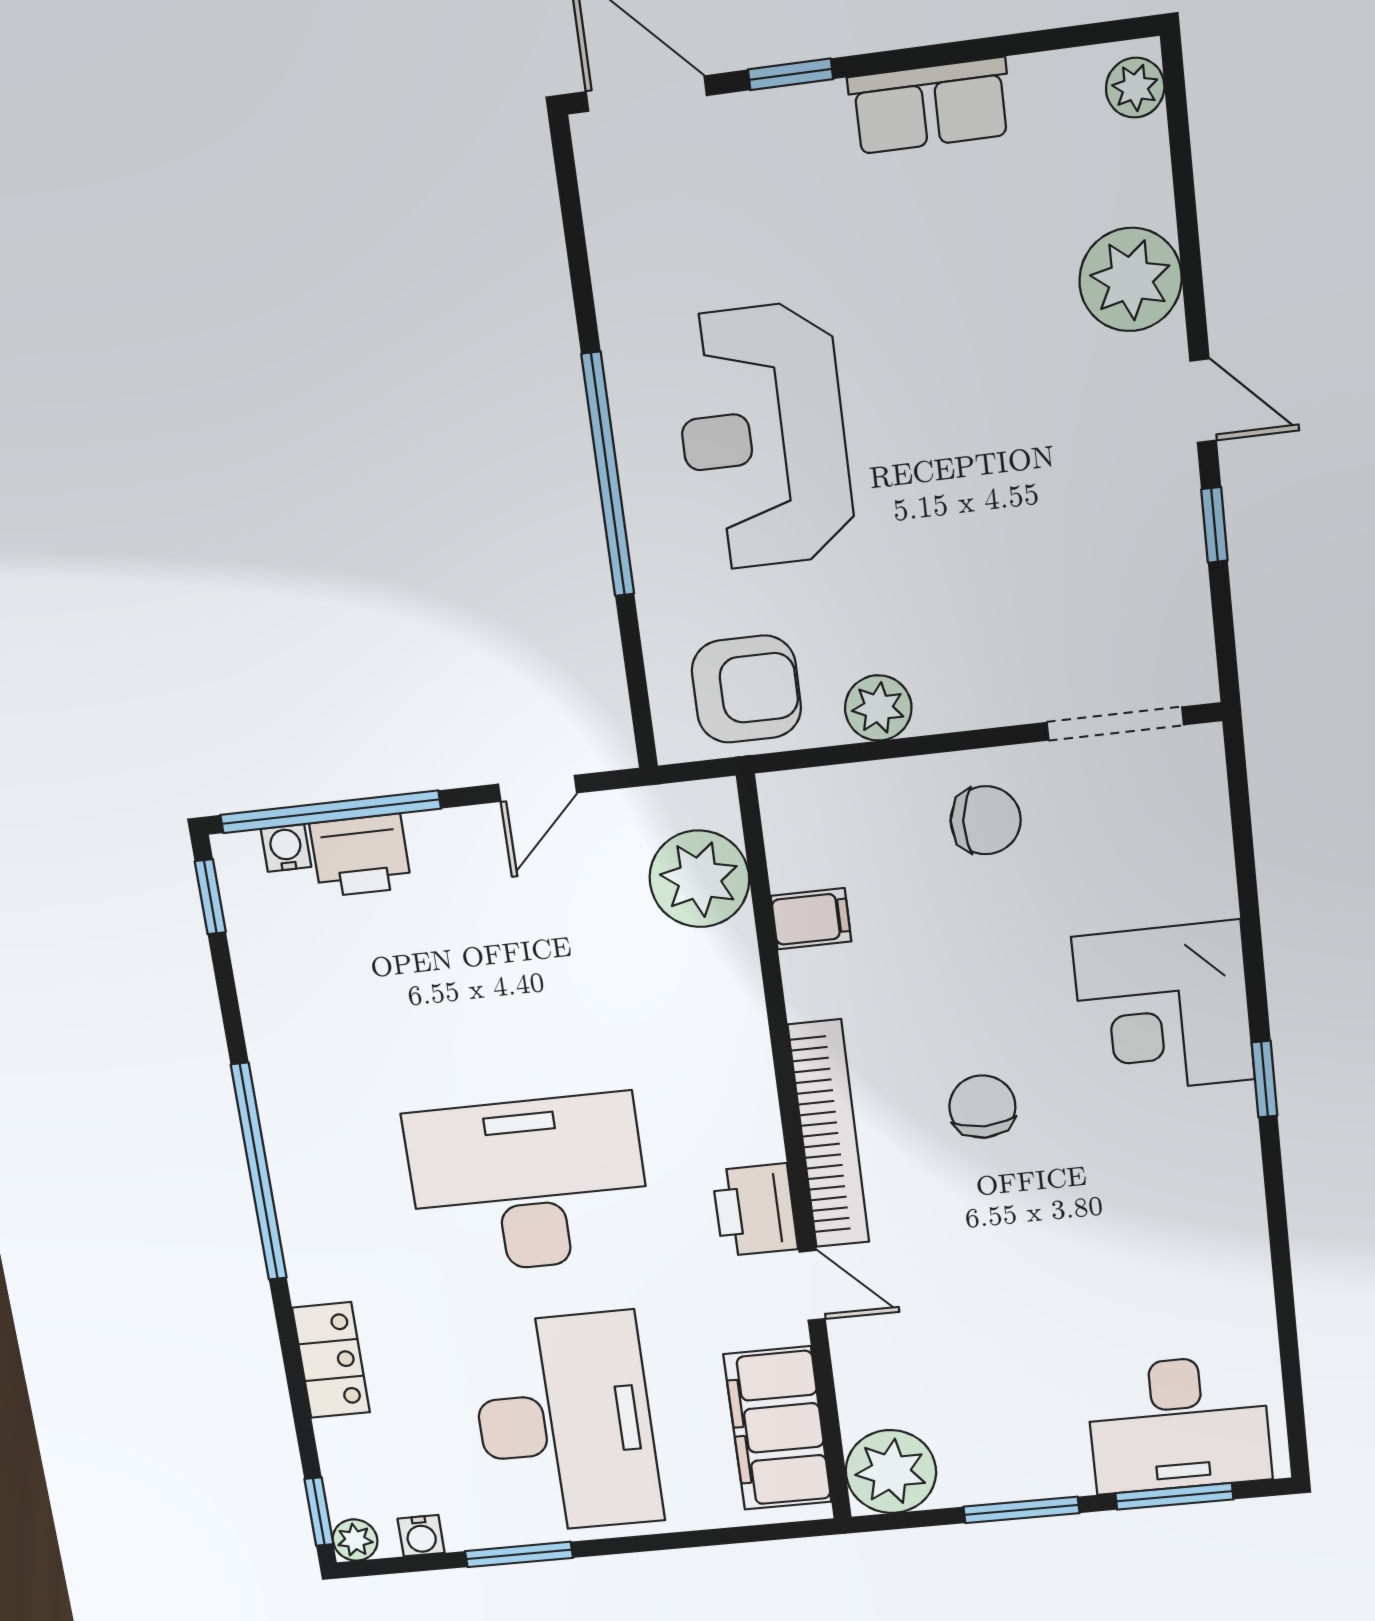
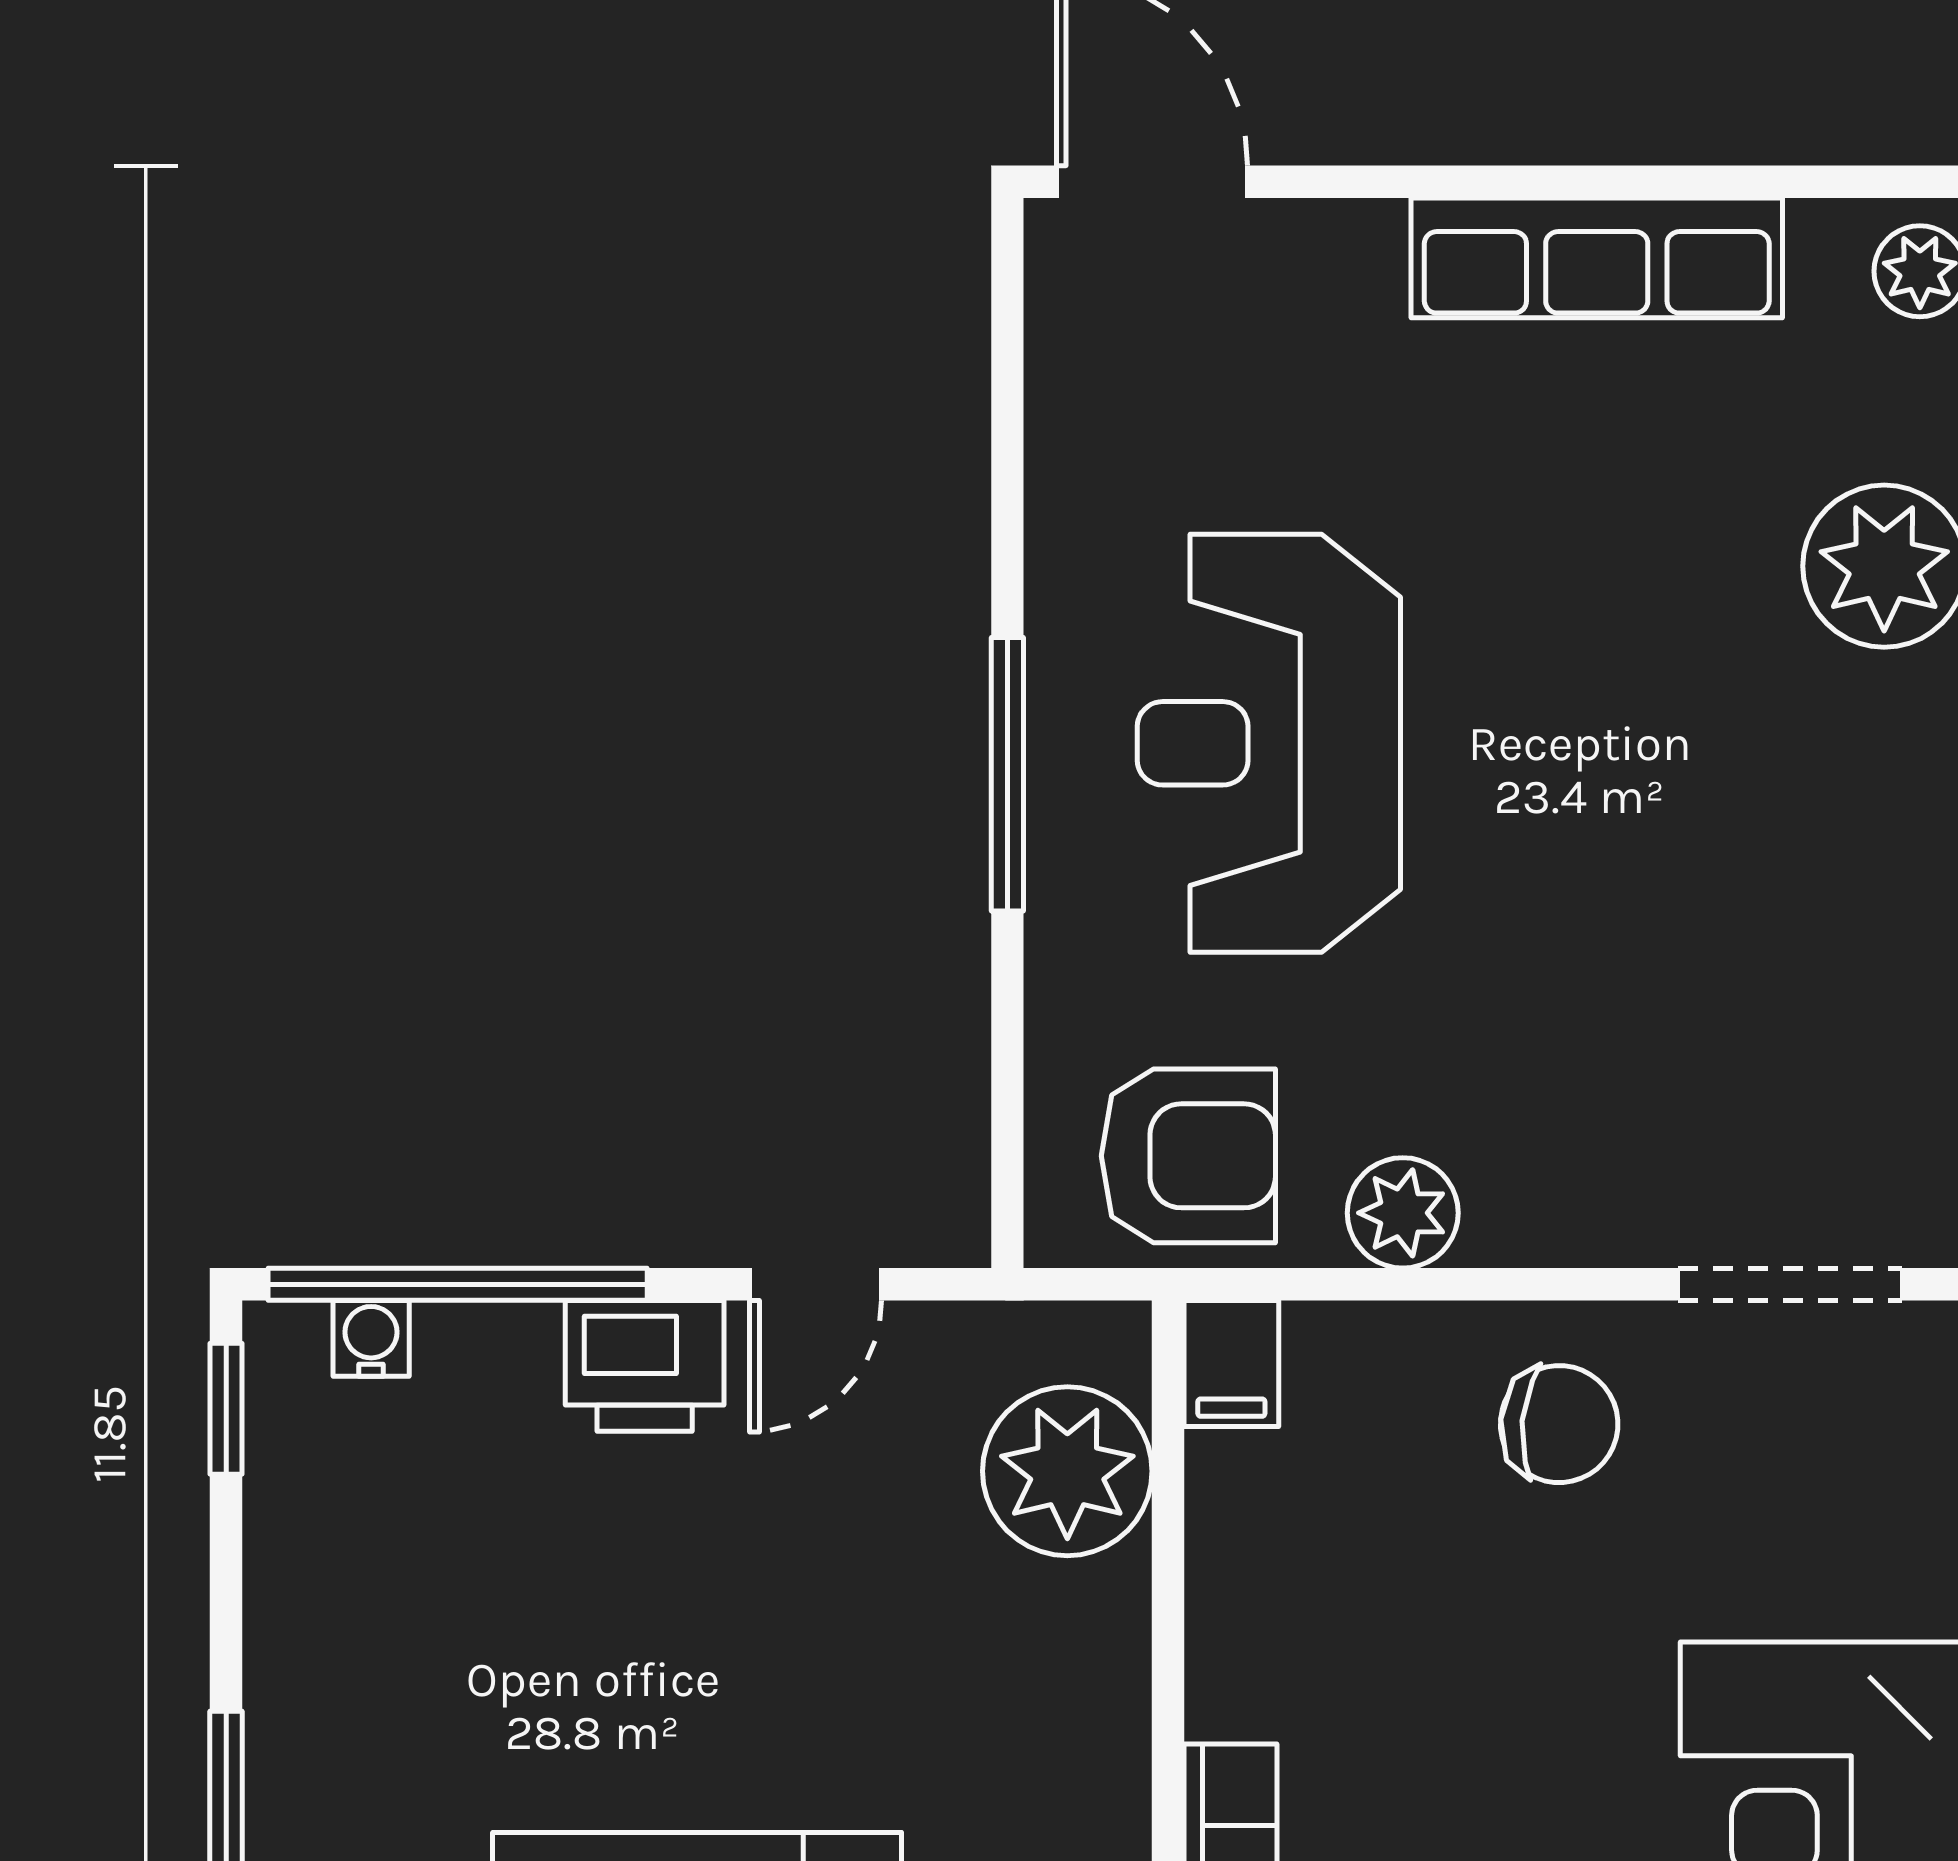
window: (790, 74) -> (1384, 182), removed
row of seats: (930, 106) -> (1597, 258), width x1.48
window: (608, 475) -> (1007, 774), width x0.68
printer: (361, 855) -> (645, 1366), moved
filing cabinet: (811, 919) -> (1231, 1363), moved, turned 90

